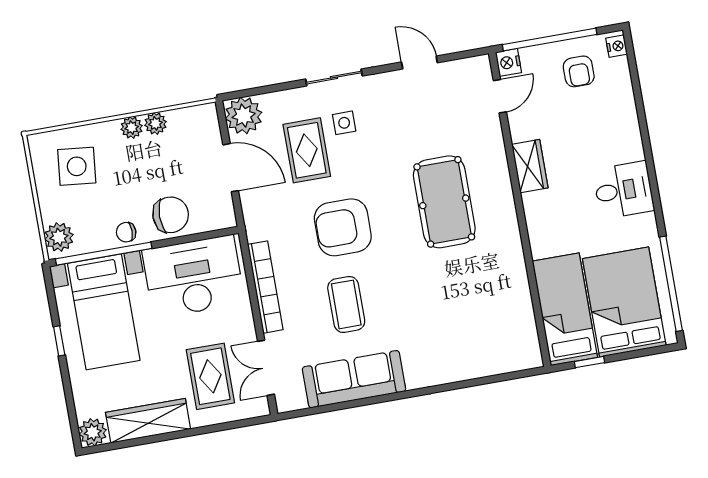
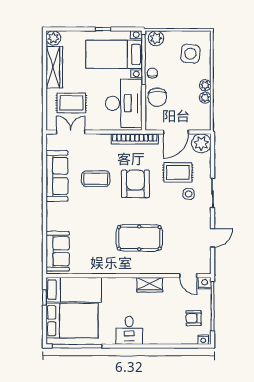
bookcase: (265, 287) -> (135, 139), moved
sofa: (497, 353) -> (58, 251), added

